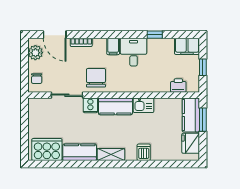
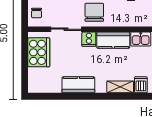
cooker: (47, 149) -> (39, 52), moved, turned 90
shelving: (111, 154) -> (120, 87), moved

